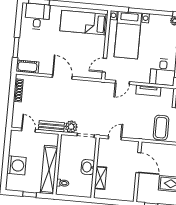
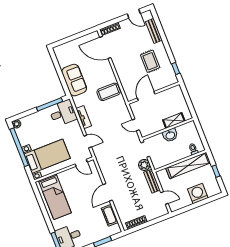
cot: (27, 67) -> (110, 215), moved
door: (28, 130) -> (164, 198), swing flipped

